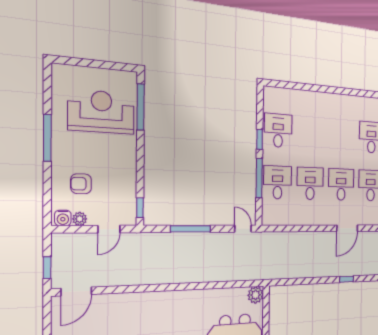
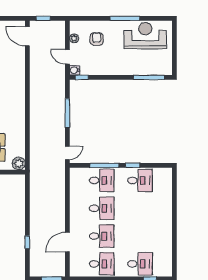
reception desk: (101, 112) -> (145, 36), moved, turned -90
water cooler: (63, 218) -> (75, 70), moved
door: (347, 228) -> (67, 242), hinge flipped

